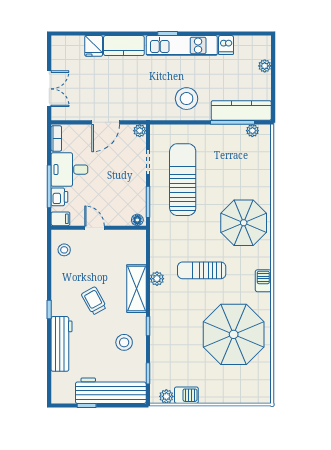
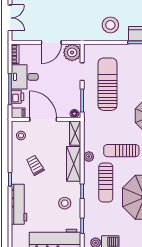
plant: (140, 131) -> (72, 52), width x1.88, depth x1.88
door: (95, 228) -> (43, 119), width x1.87
shelving: (138, 246) -> (75, 133), added
trolley: (94, 301) -> (35, 165), moved
sun lounger: (180, 314) -> (106, 182), added

